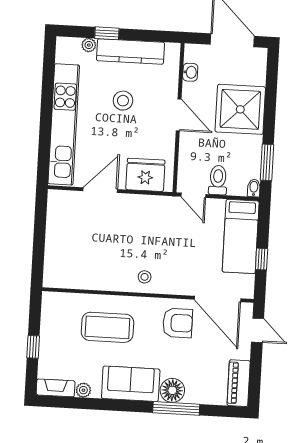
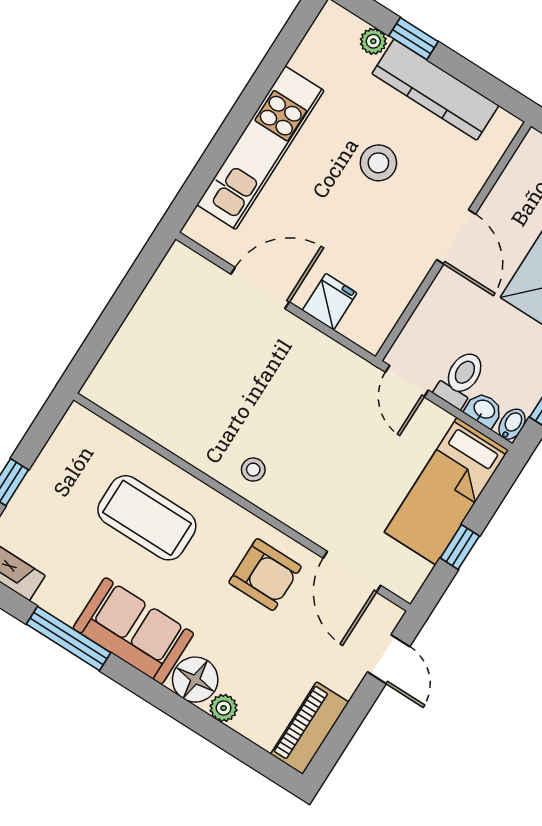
washbasin: (190, 72) -> (484, 410), moved, turned -90
kitchen unit: (64, 124) -> (260, 148), width x0.73
fridge: (145, 175) -> (330, 302), width x0.53, depth x0.75
door: (217, 299) -> (352, 572), width x0.73
plant: (83, 390) -> (224, 708), moved
window: (176, 408) -> (69, 638), moved

